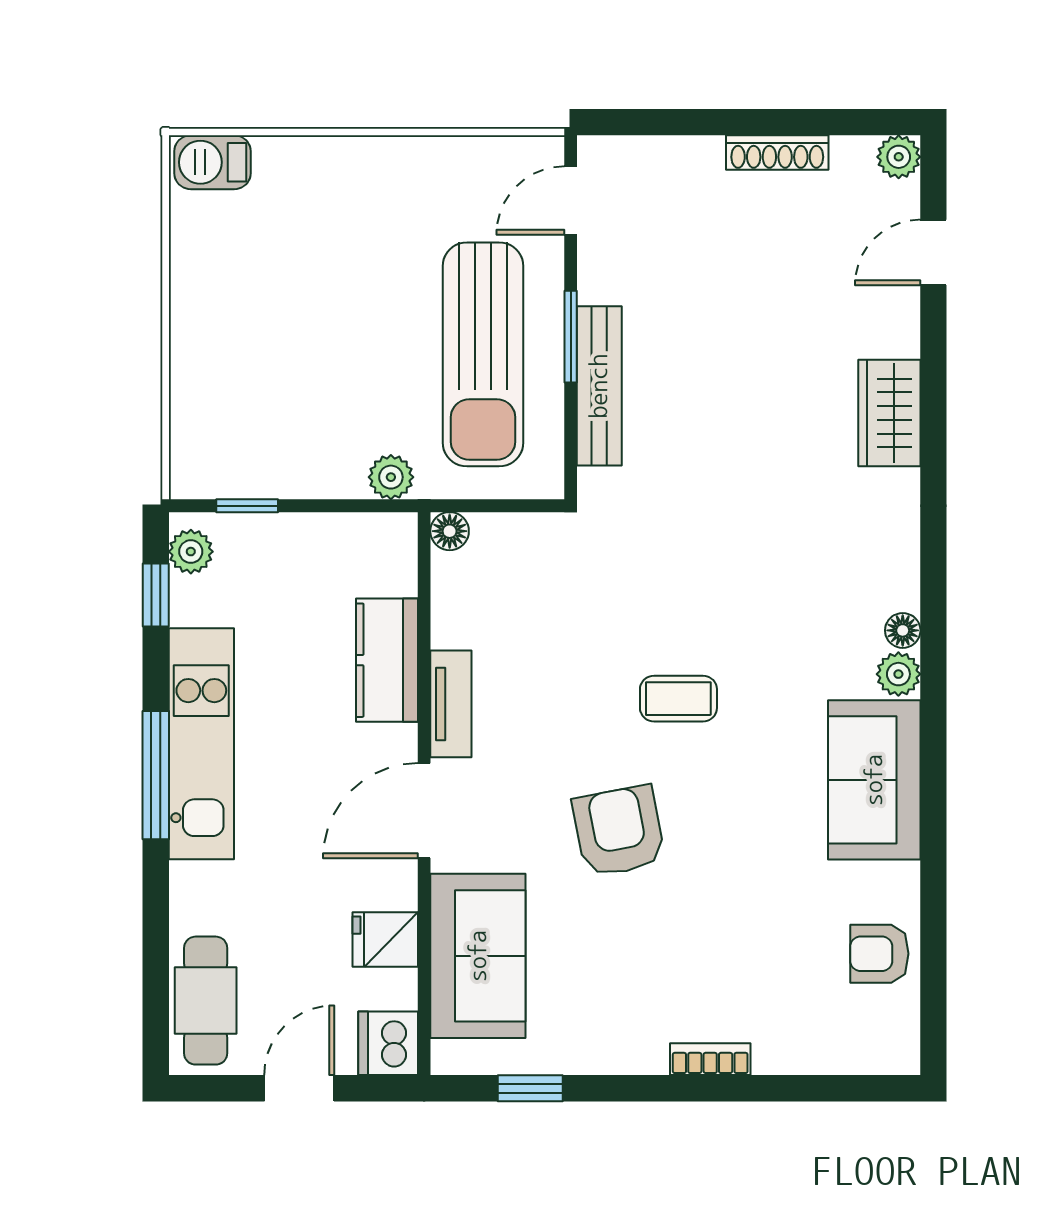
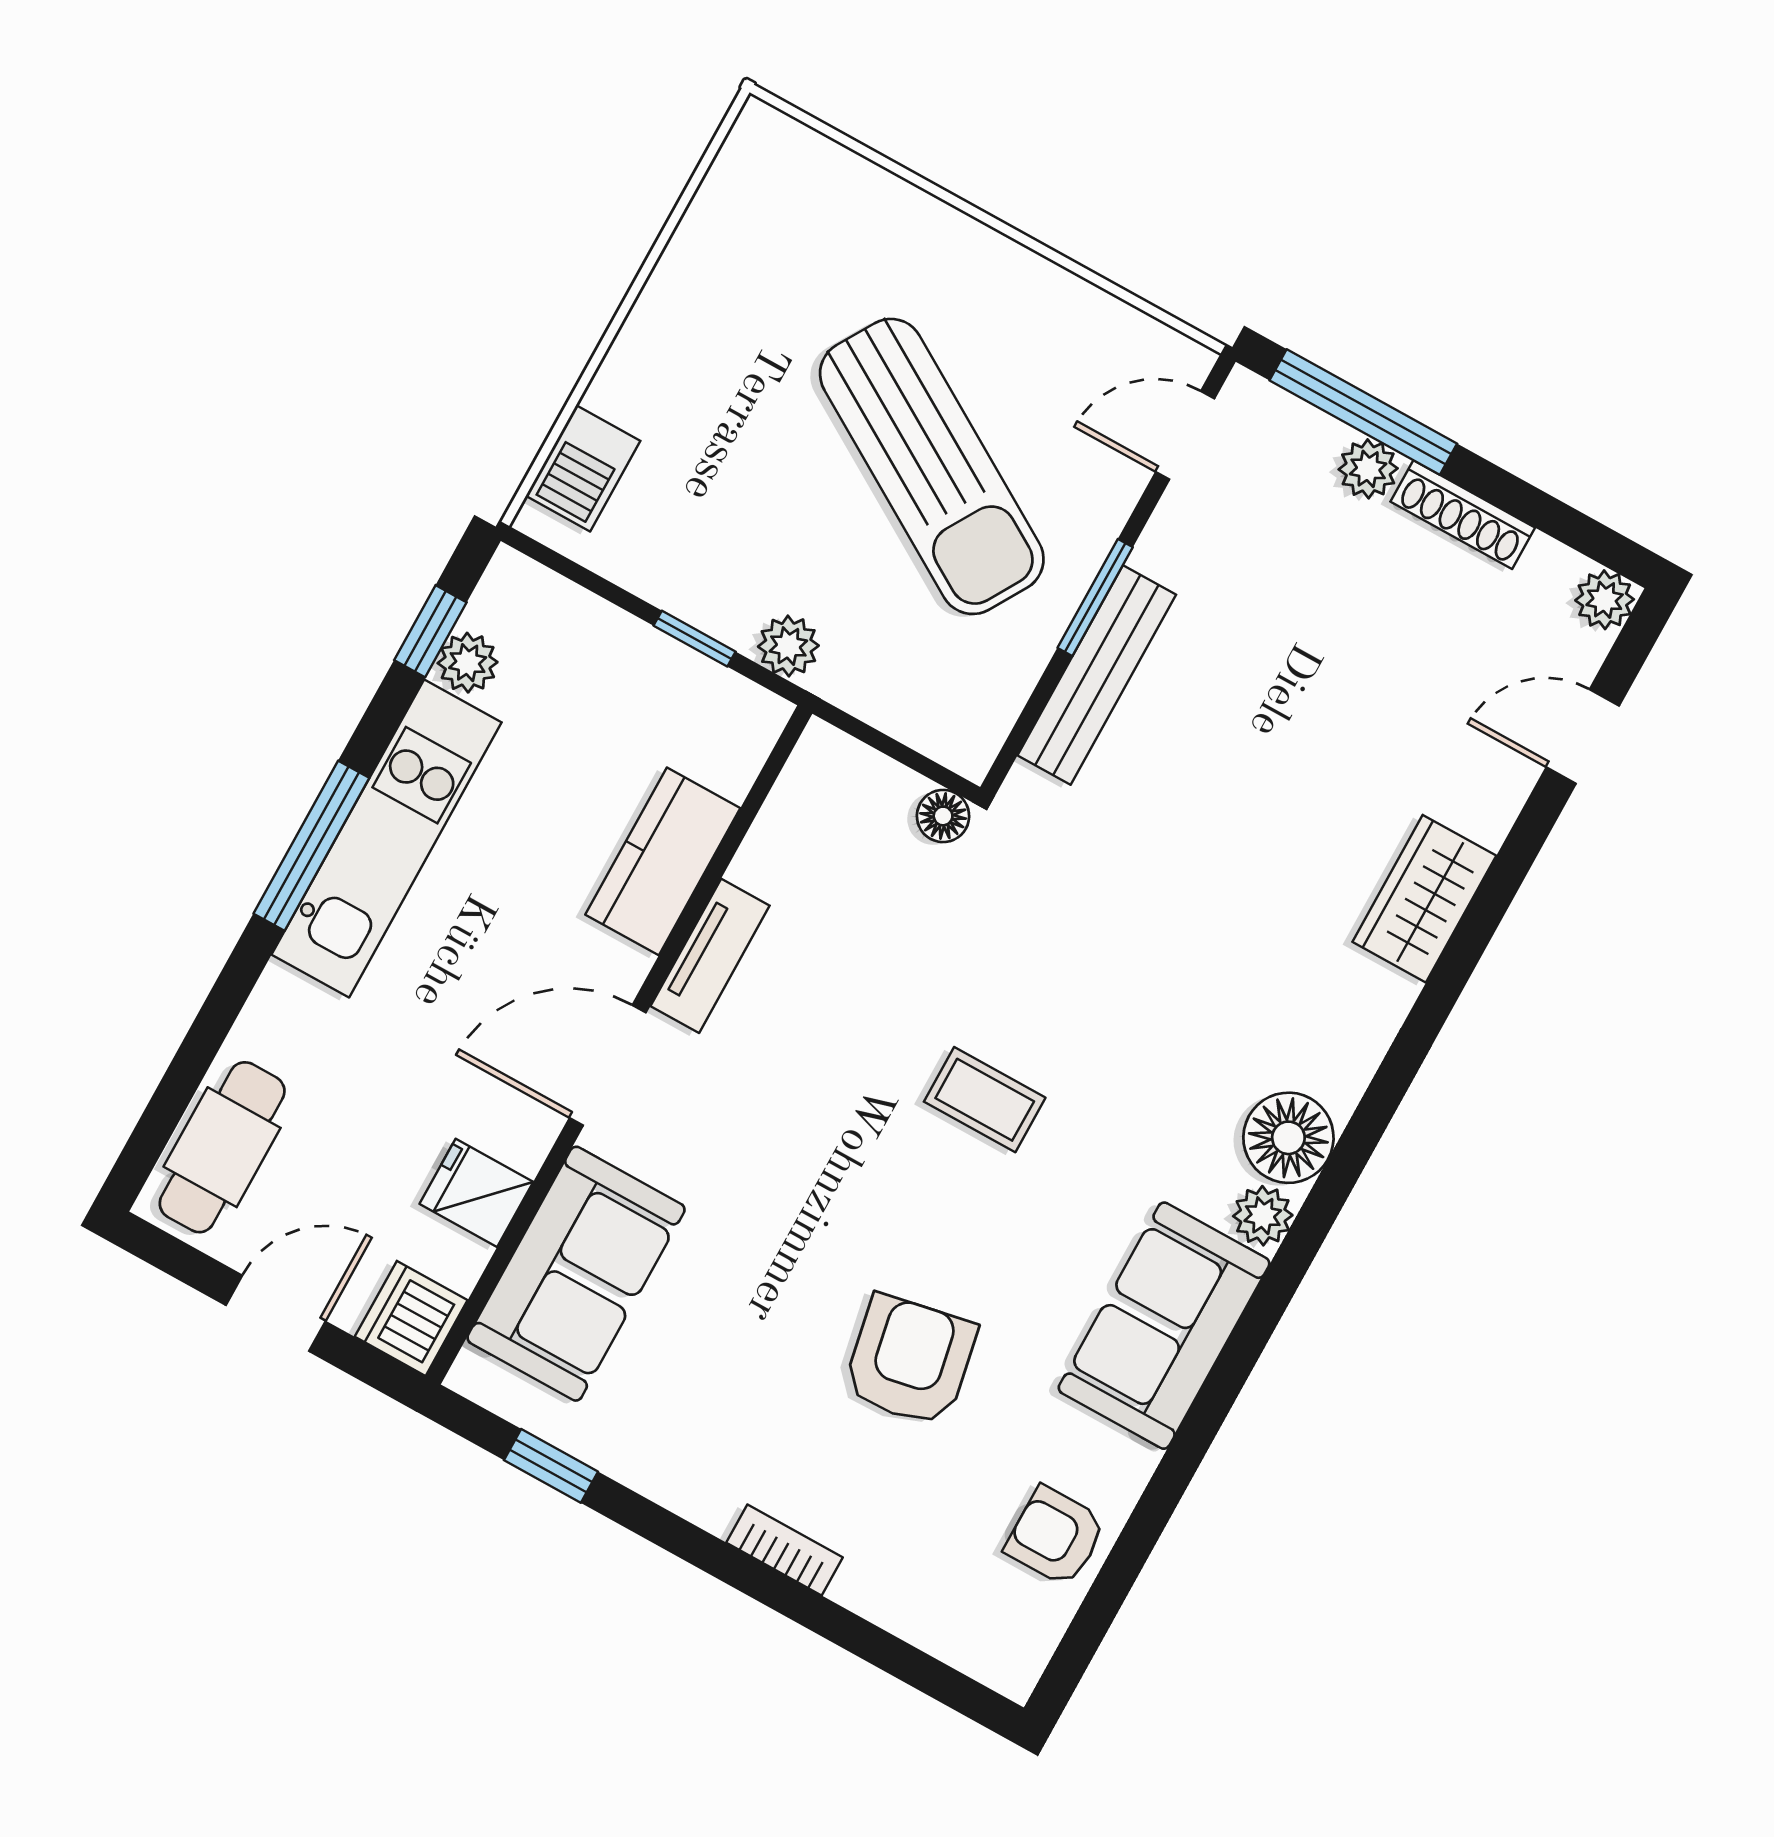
window: (677, 122) -> (1363, 412), added
plant: (700, 157) -> (1368, 469), added
barbecue: (213, 162) -> (583, 468), moved, turned -90
sun lounger: (483, 354) -> (932, 466), moved, turned -59
window: (247, 506) -> (695, 639), moved
floor lamp: (450, 531) -> (943, 816), moved
plant: (191, 552) -> (468, 663), moved
floor lamp: (903, 630) -> (1288, 1138), width x1.89, depth x1.89
armchair: (619, 831) -> (910, 1361), moved

